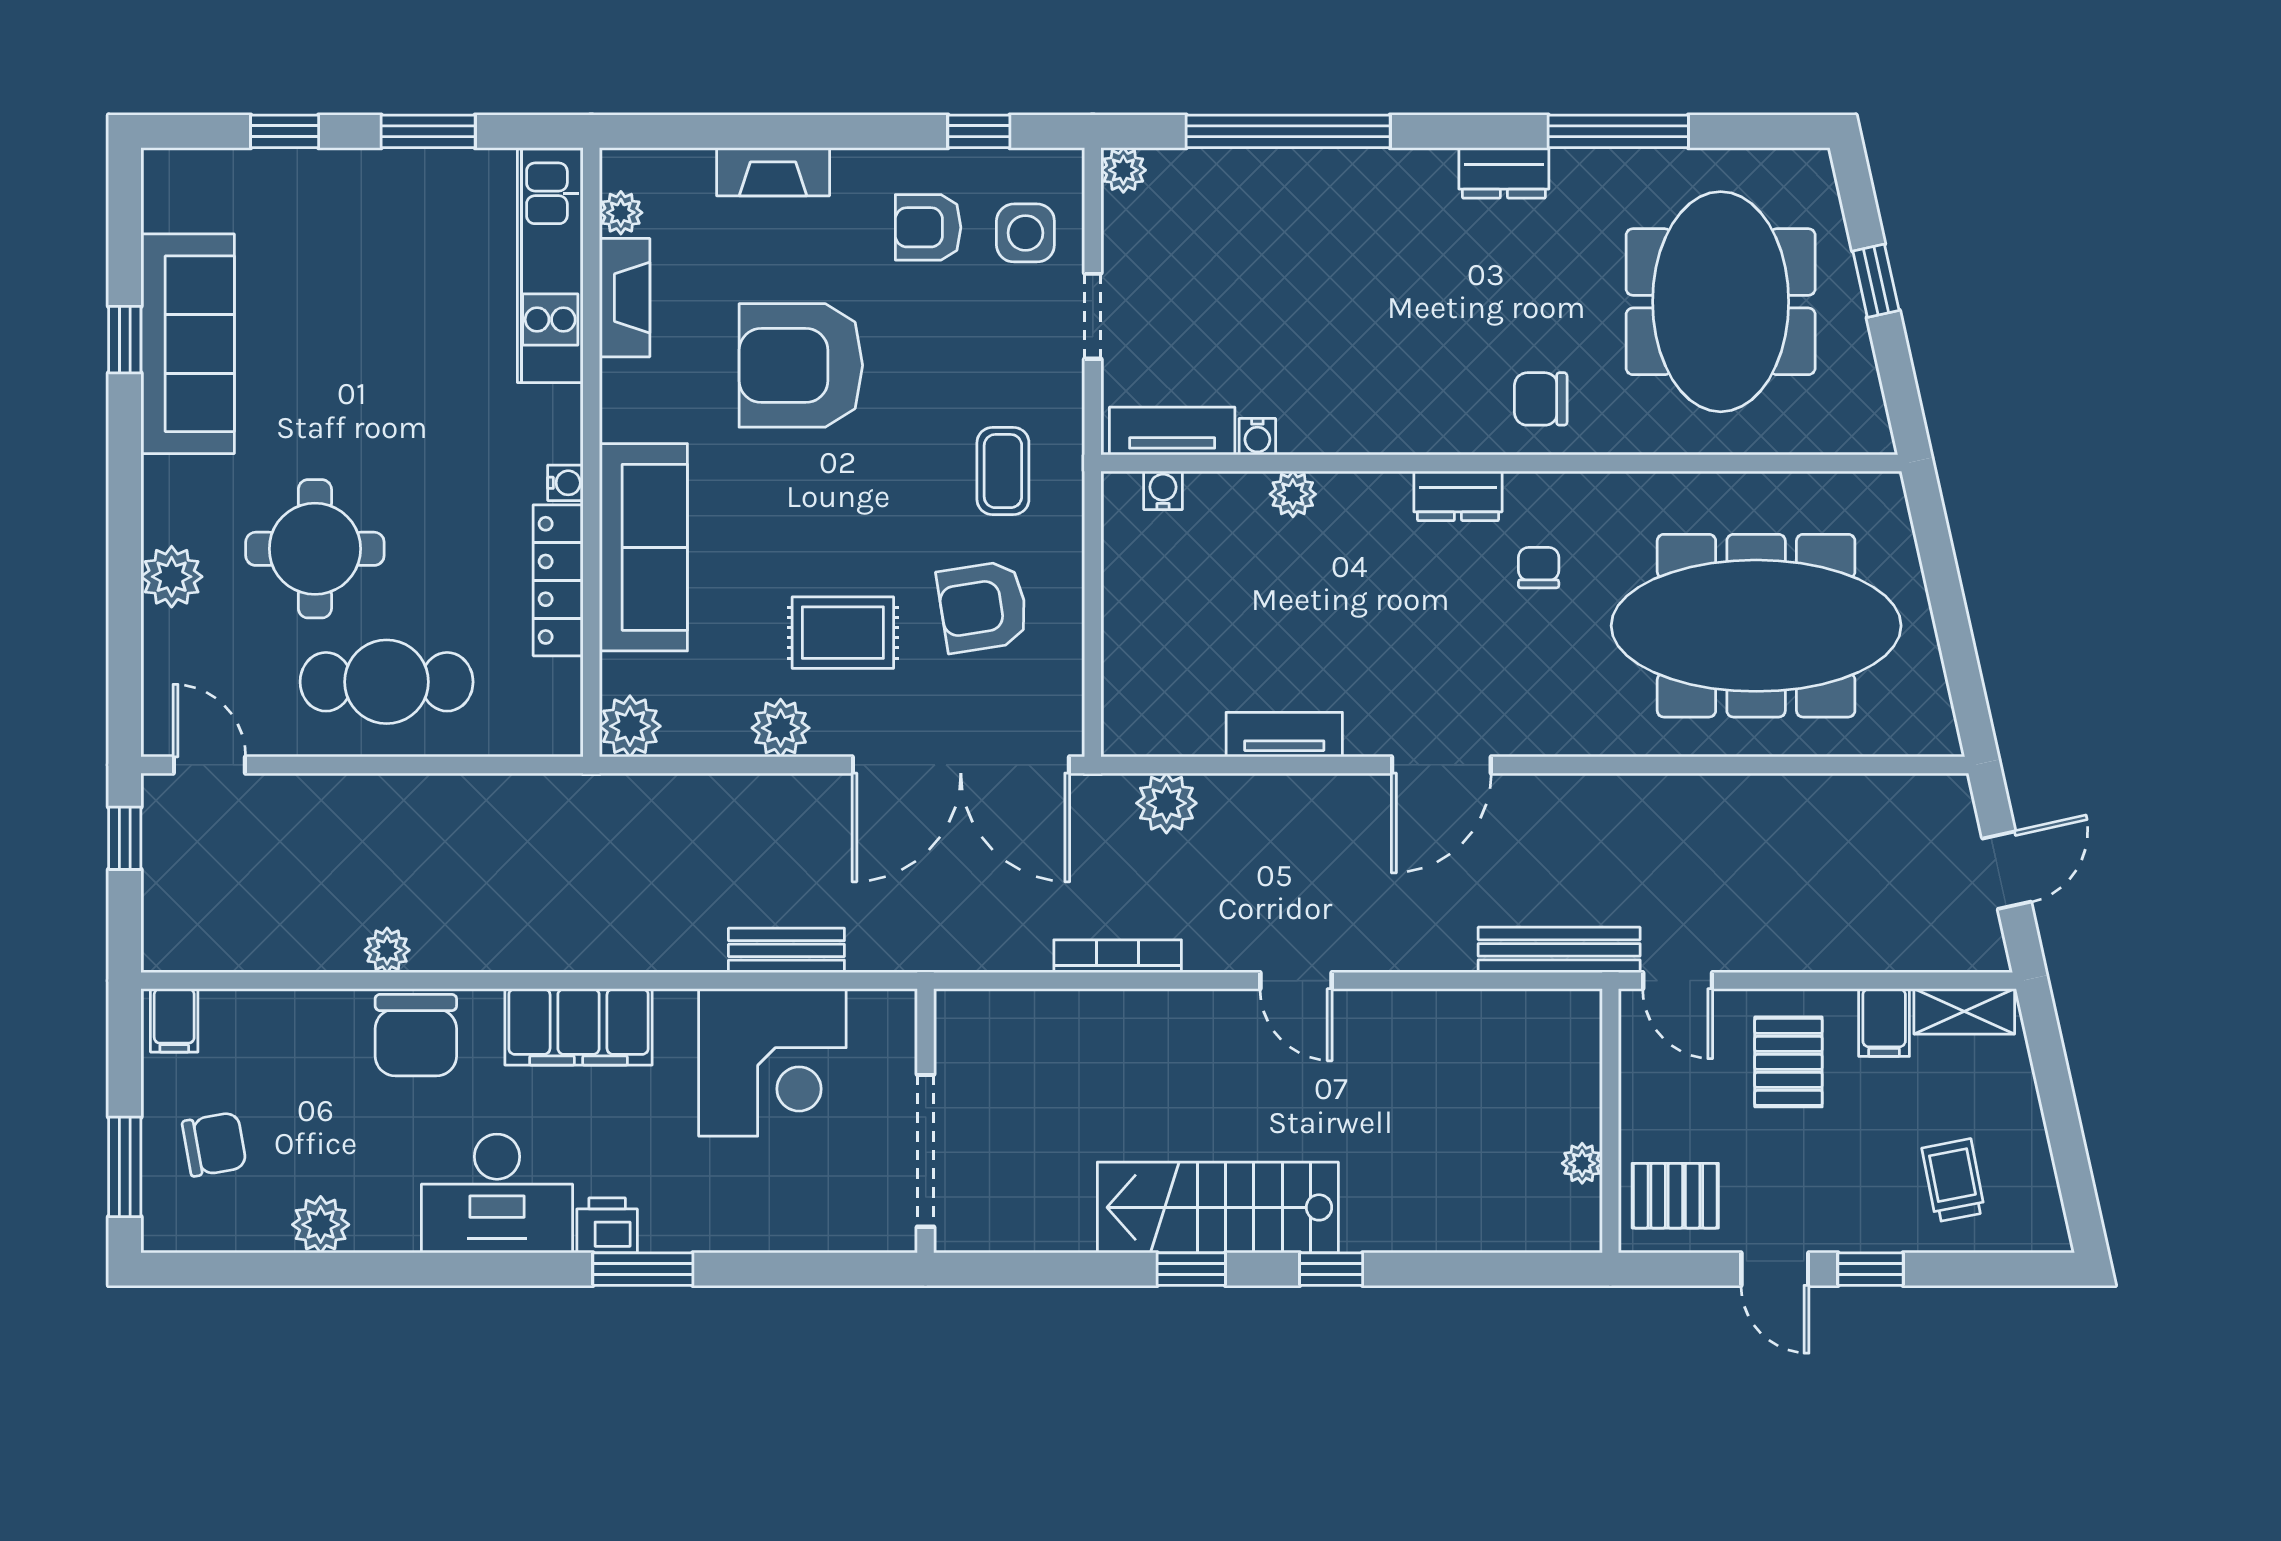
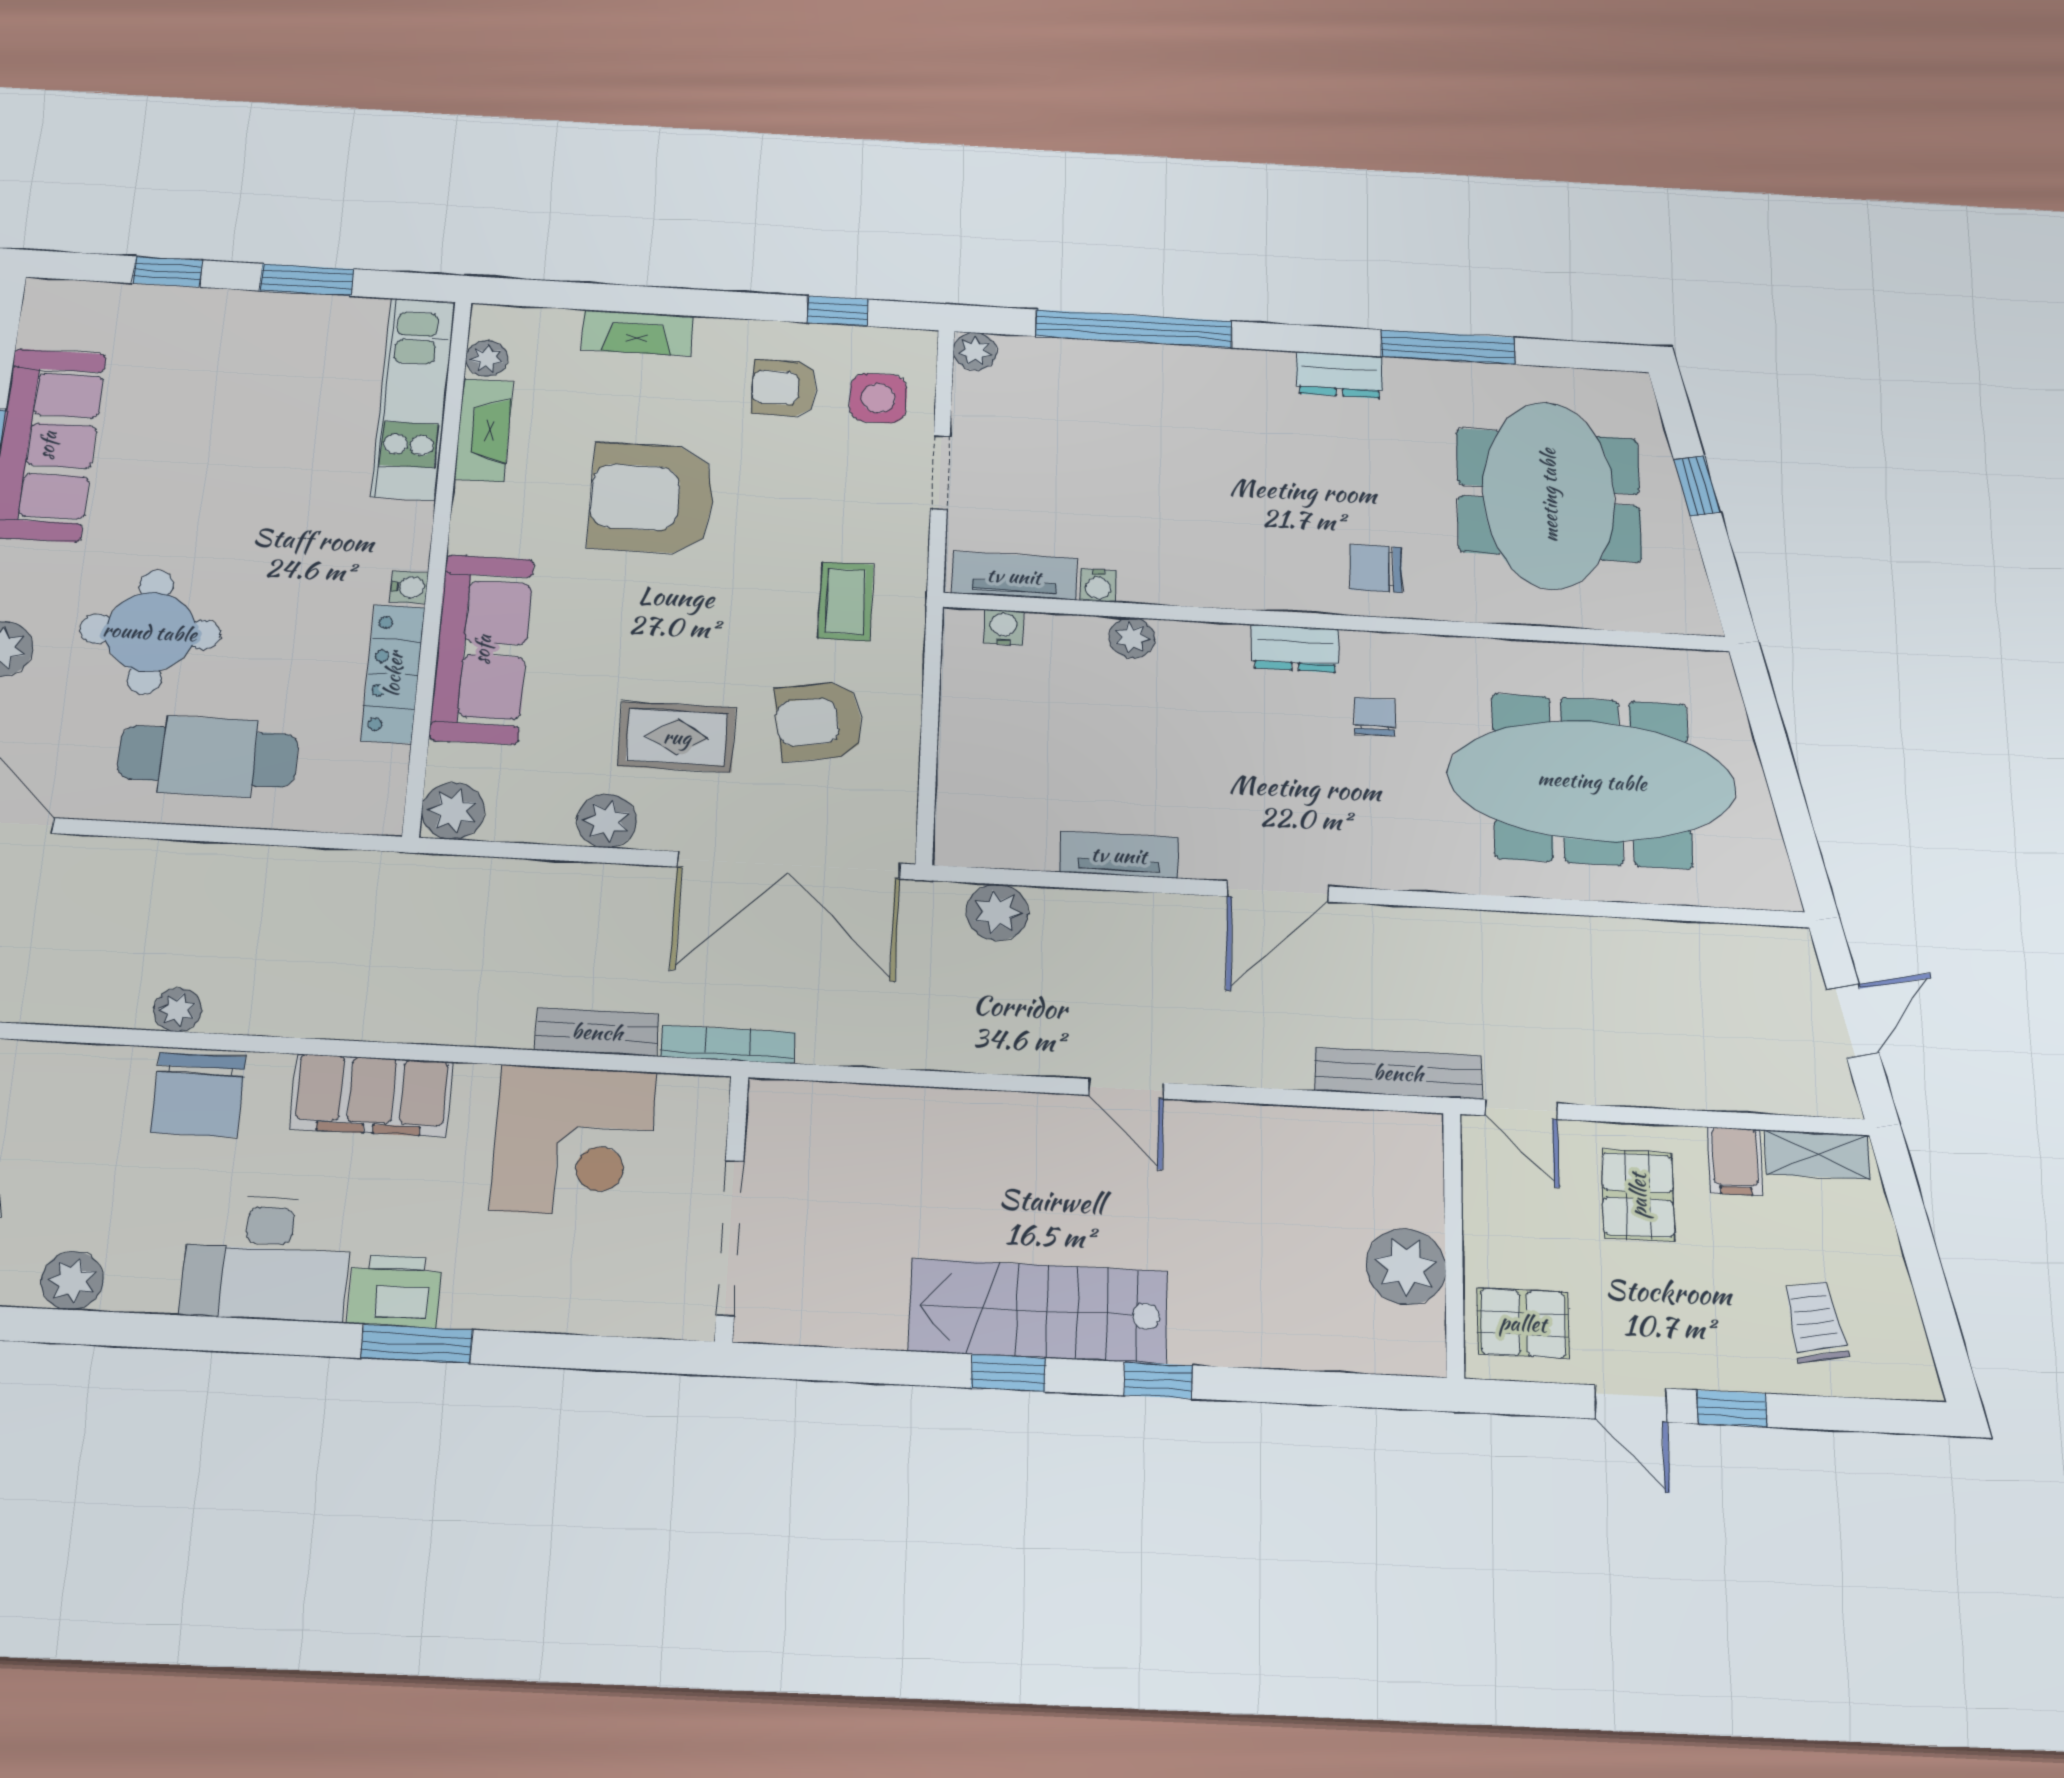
bookcase: (1118, 956) -> (728, 1044), moved
plant: (1582, 1163) -> (1406, 1267), width x1.88, depth x1.88
printer: (607, 1225) -> (395, 1291), width x1.36, depth x1.24

